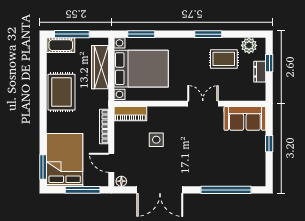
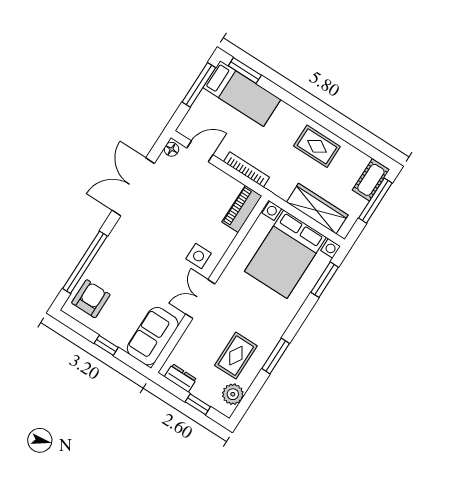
dresser: (260, 72) -> (180, 378), moved
rug: (61, 92) -> (317, 146), width x0.73, depth x0.70
double door: (203, 104) -> (200, 299), swing flipped
side table: (156, 140) -> (199, 256), moved
bed: (65, 160) -> (242, 93), width x0.67
armchair: (246, 172) -> (91, 299), added
window: (83, 190) -> (199, 85), moved

